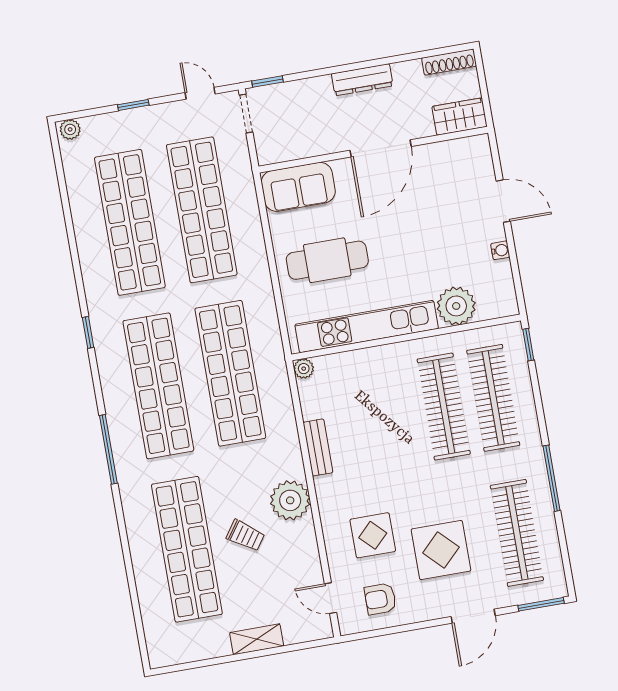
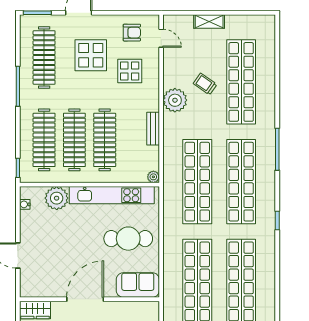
water cooler: (500, 250) -> (25, 204), moved
clothes rail: (394, 415) -> (105, 140), added

